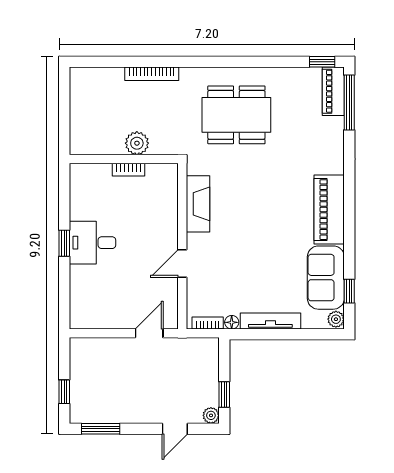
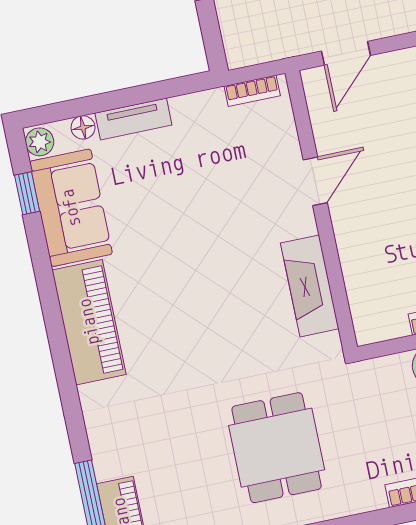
dining table: (236, 115) -> (277, 448), width x0.73
tv unit: (270, 321) -> (133, 119), width x0.71
floor lamp: (232, 322) -> (83, 127), moved

